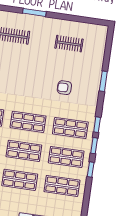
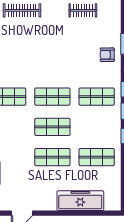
armchair: (64, 88) -> (107, 55), moved
shop shelf: (66, 157) -> (97, 127), removed

